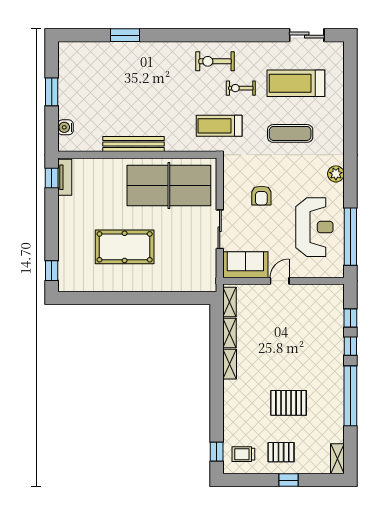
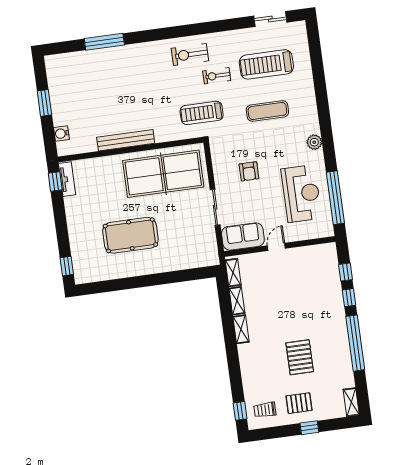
window: (125, 35) -> (104, 42), width x1.44
pallet: (289, 403) -> (300, 357), turned 90

